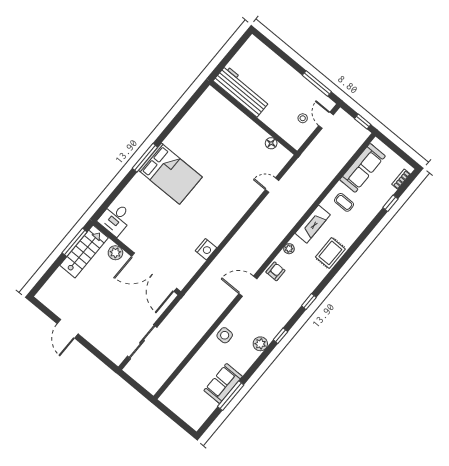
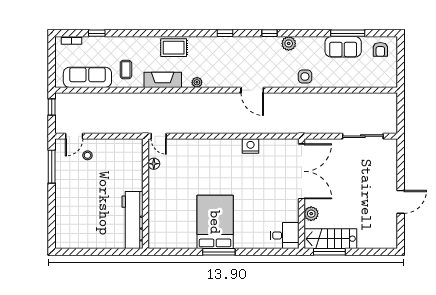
workbench: (241, 91) -> (133, 220), moved
wall: (253, 118) -> (146, 194), moved
floor lamp: (271, 143) -> (154, 164), moved
armchair: (275, 271) -> (380, 49), moved, turned -90

